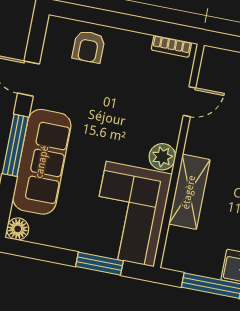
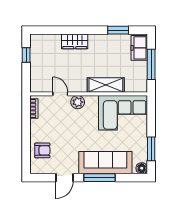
plant: (162, 157) -> (78, 102), moved
window: (99, 264) -> (151, 149), moved

